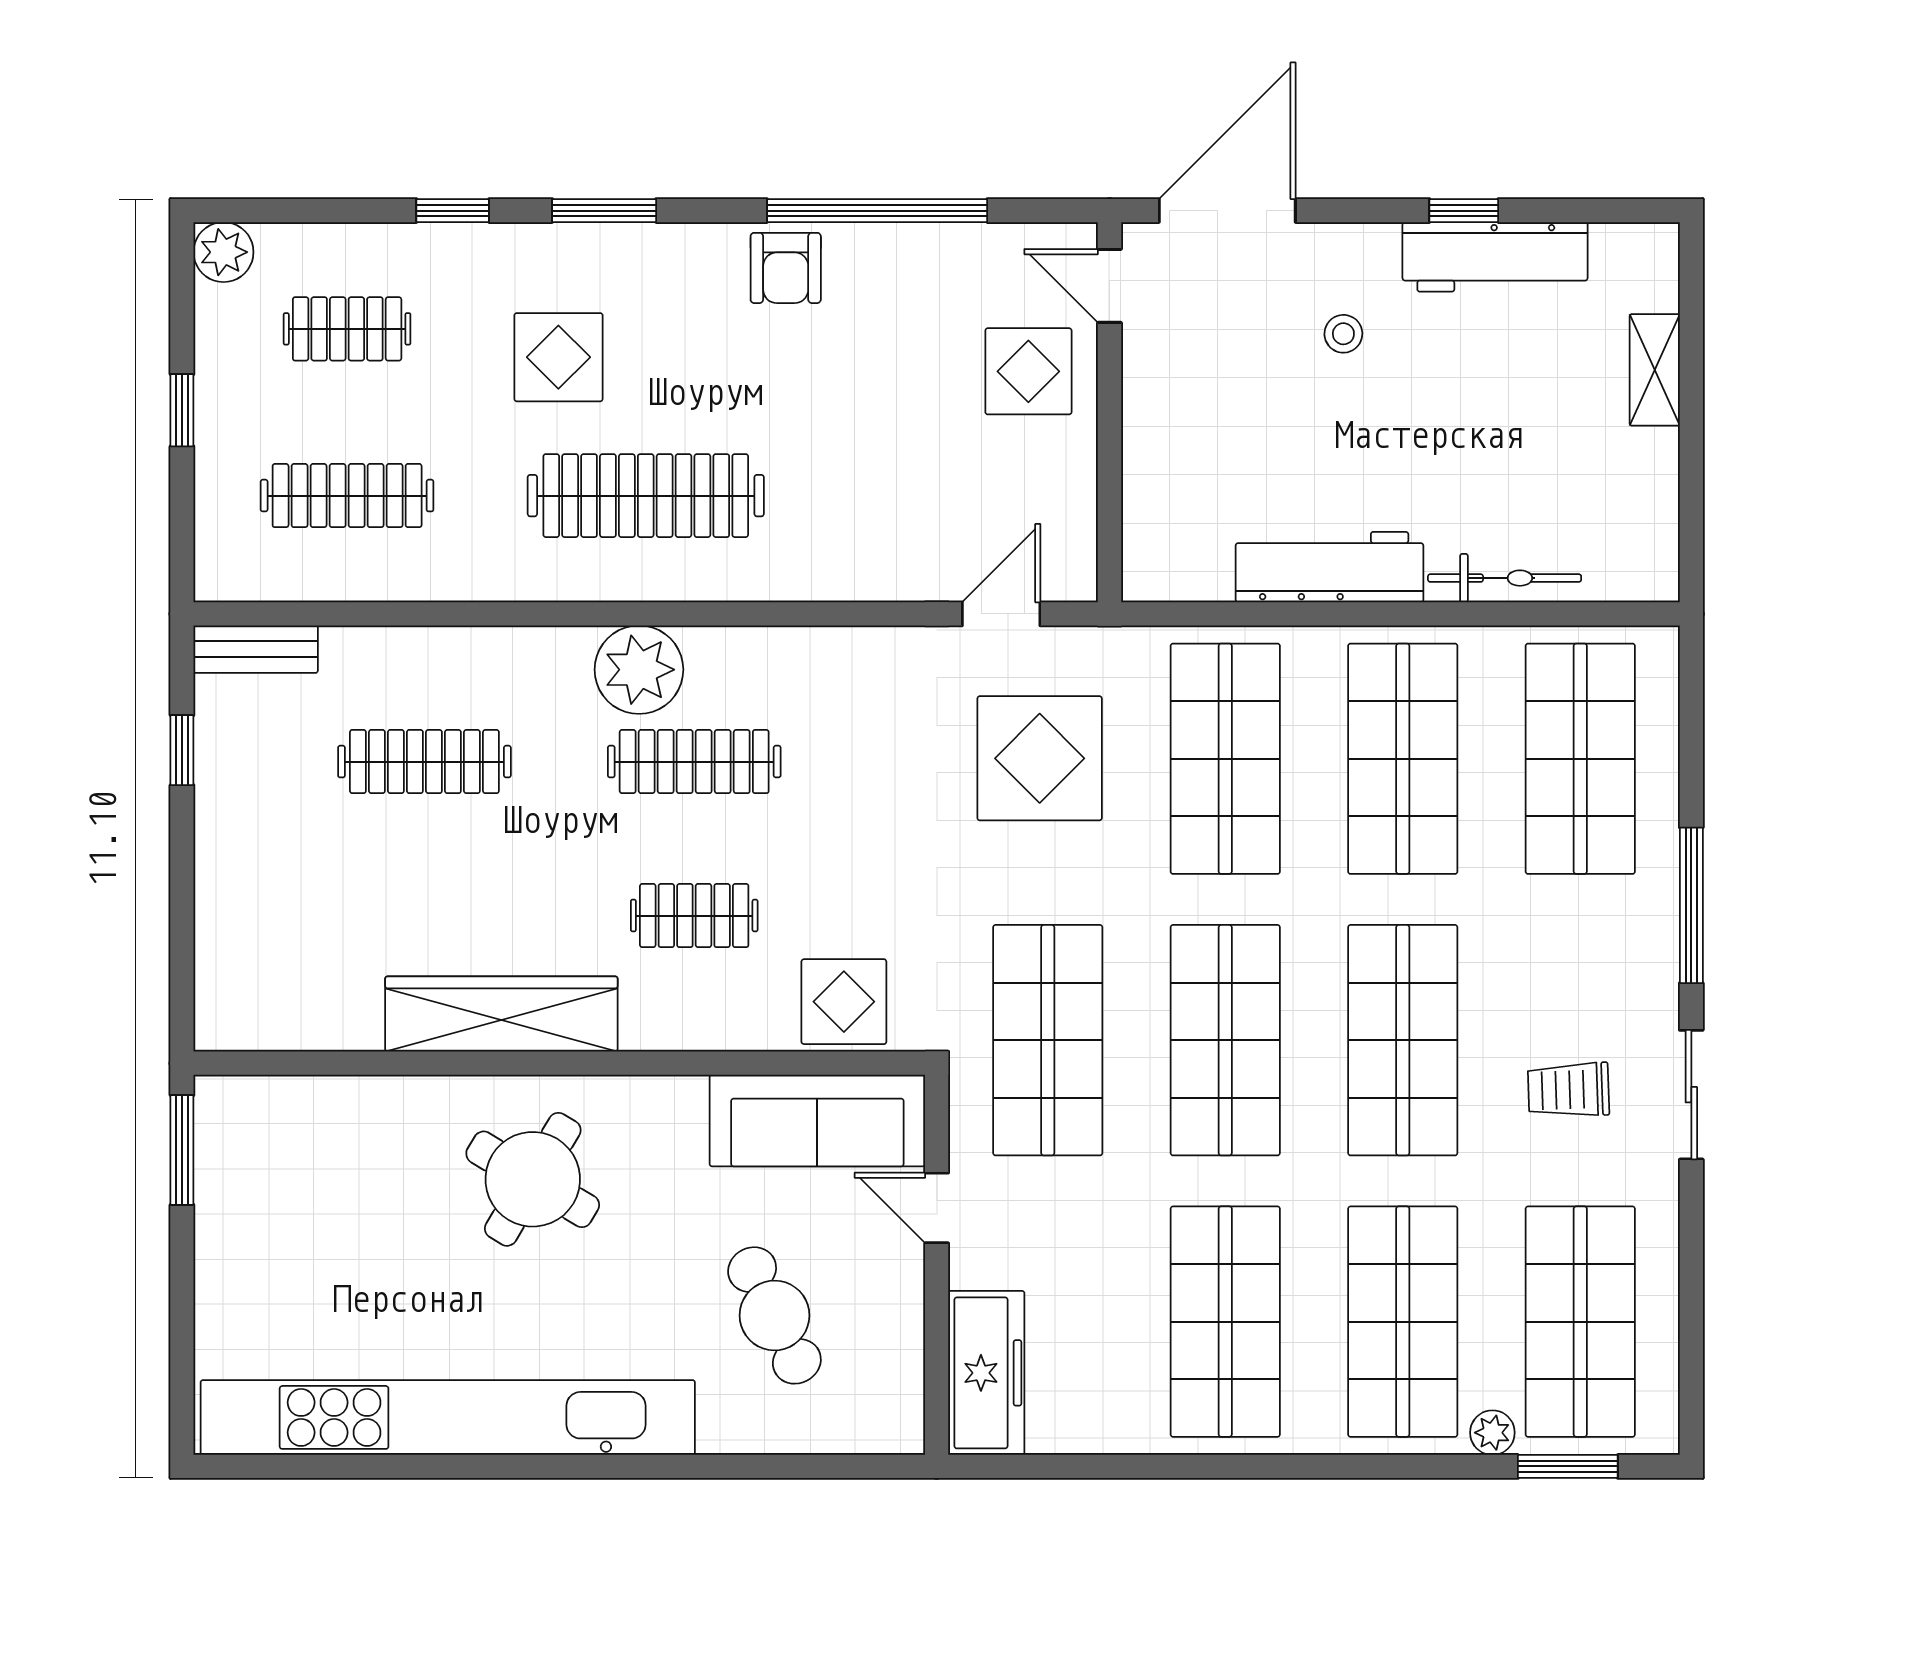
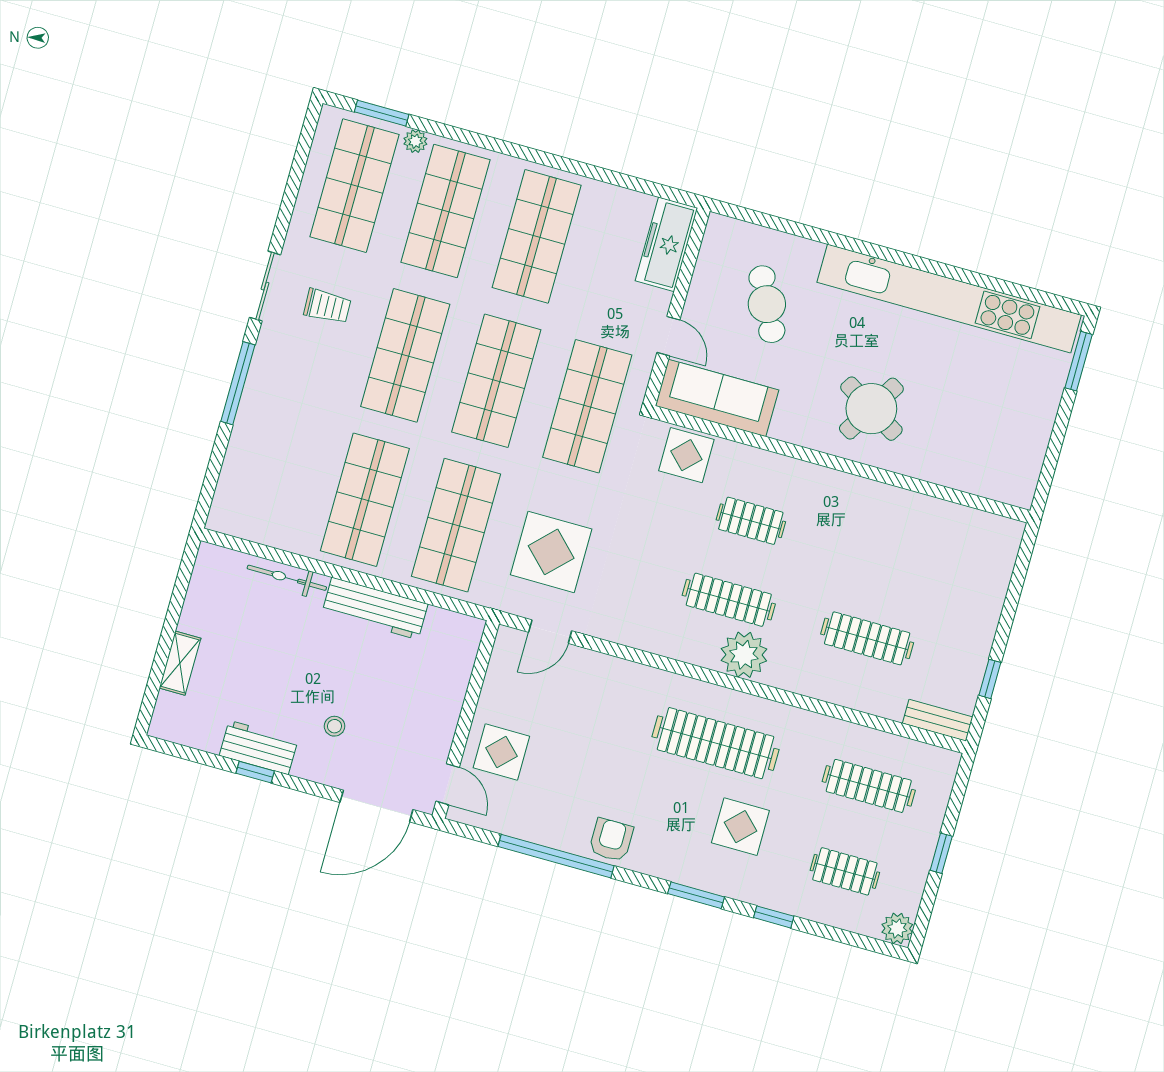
workbench: (1495, 257) -> (259, 748), width x0.73
shop shelf: (1580, 759) -> (274, 474), removed
wardrobe: (501, 1014) -> (864, 498), removed
window: (182, 1150) -> (1079, 361), moved

